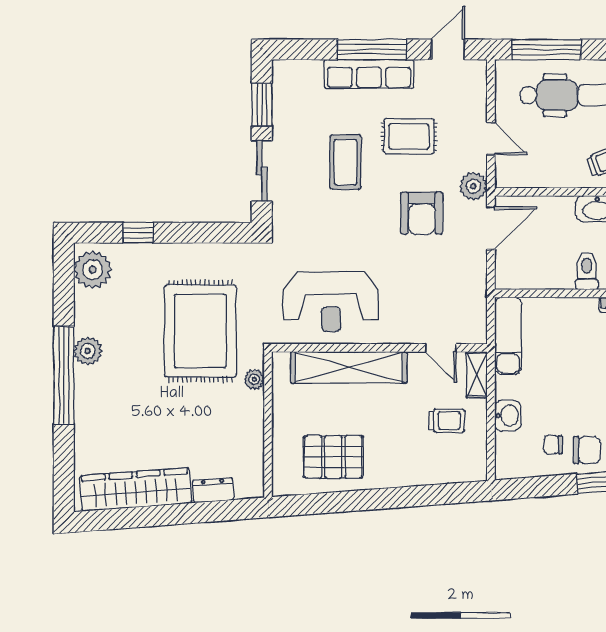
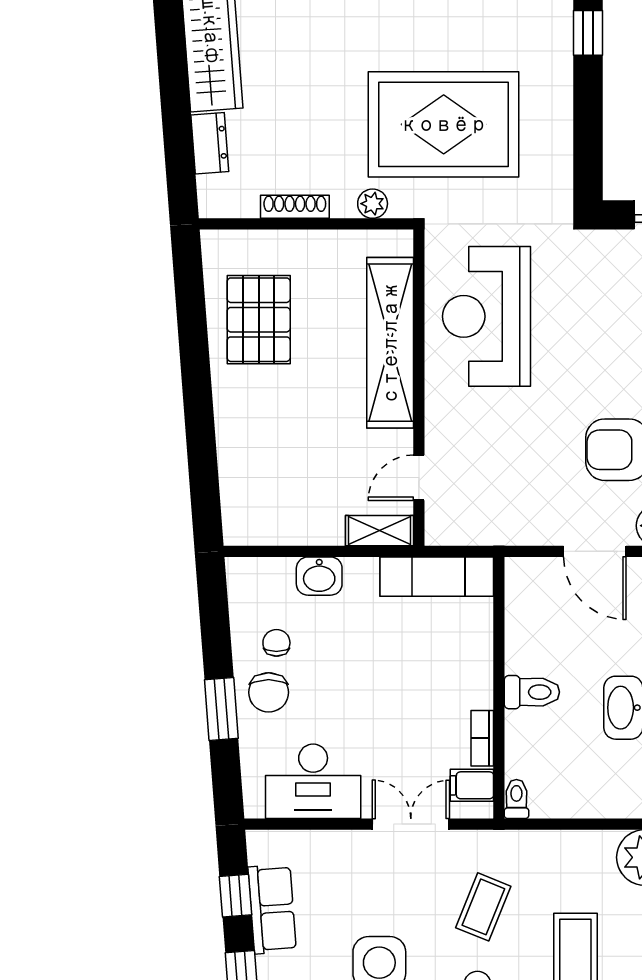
trolley: (447, 421) -> (312, 486), removed
shoe rack: (256, 432) -> (295, 207), added

